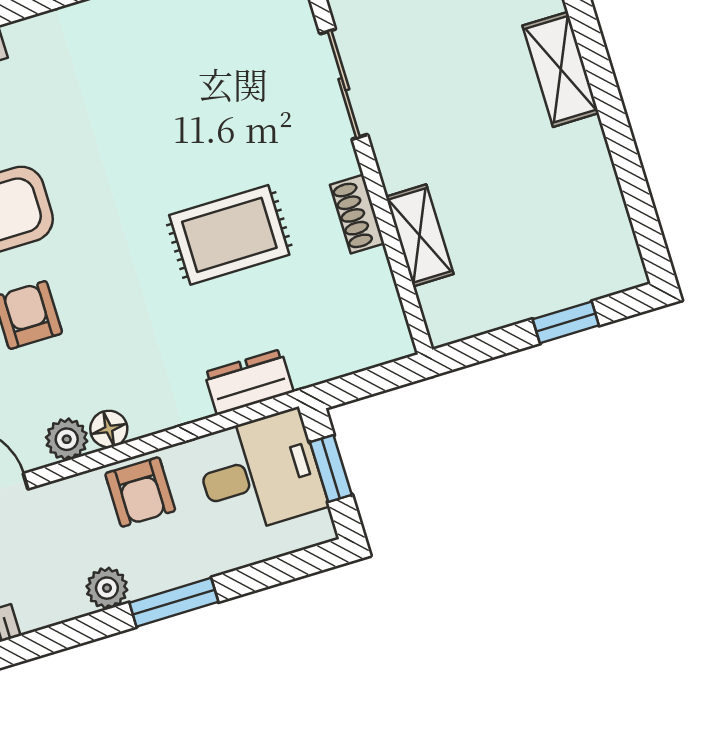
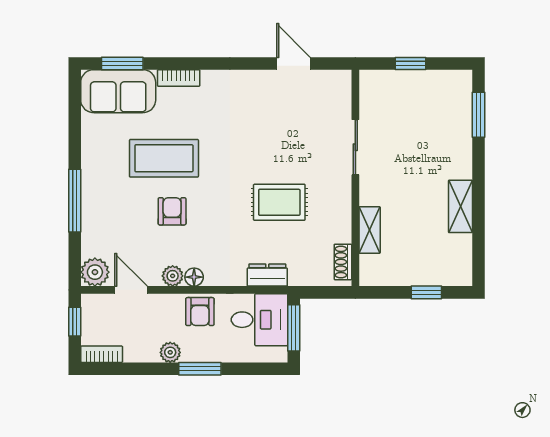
shelving: (561, 69) -> (460, 206), moved
shoe rack: (357, 214) -> (343, 262), moved
window: (331, 469) -> (294, 328), width x1.50

